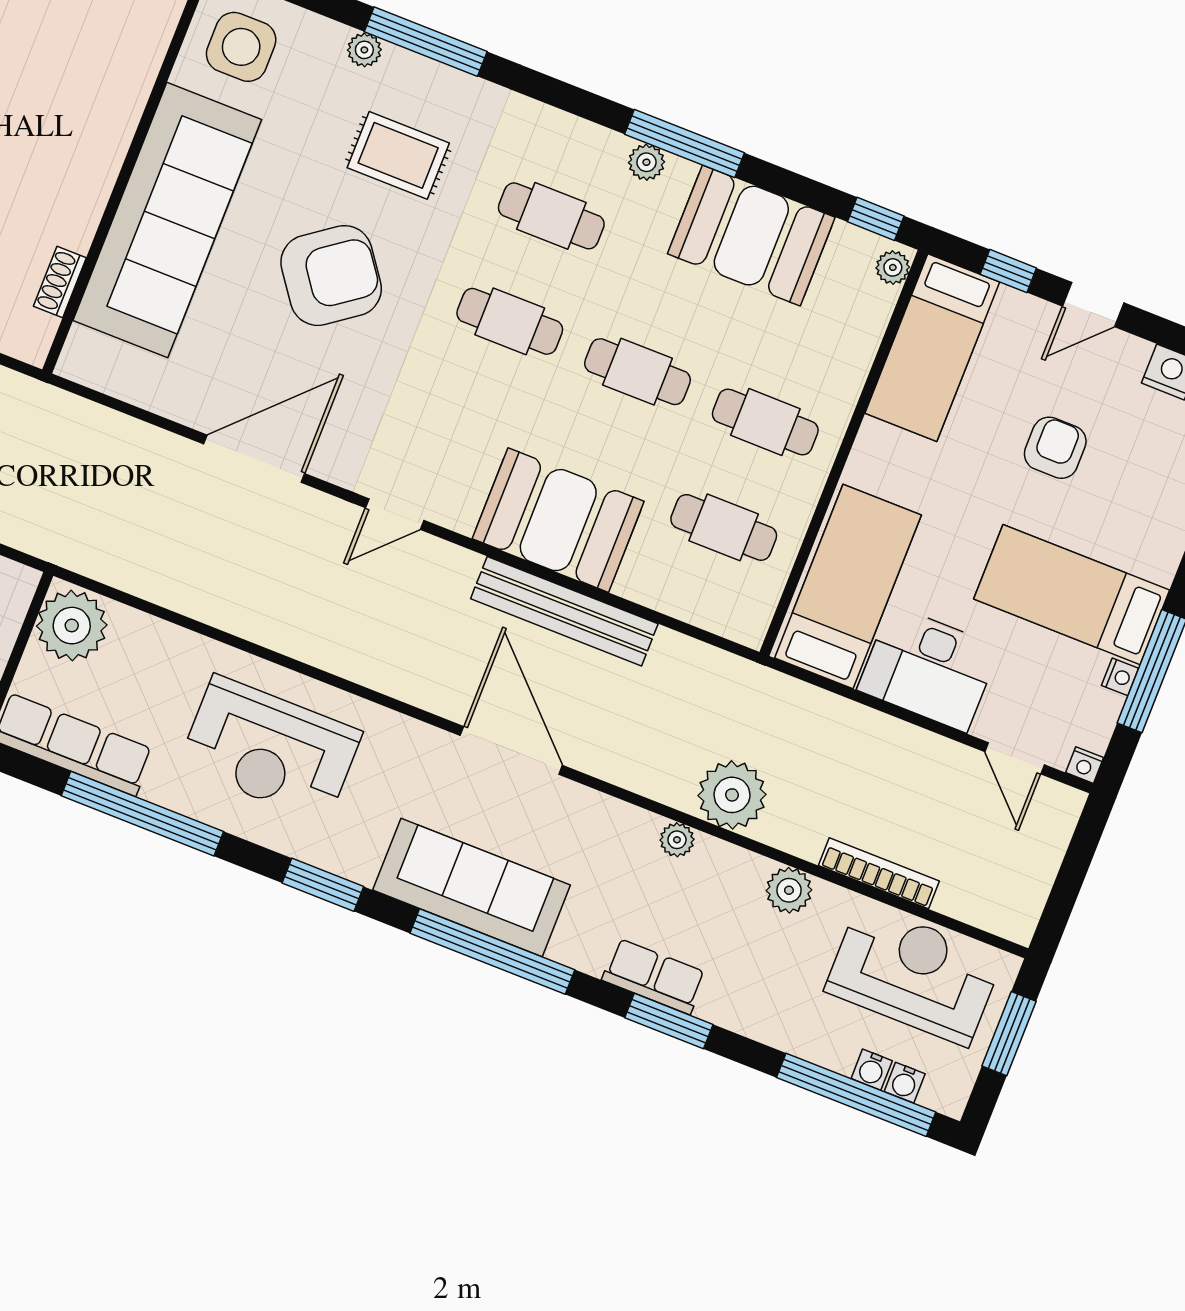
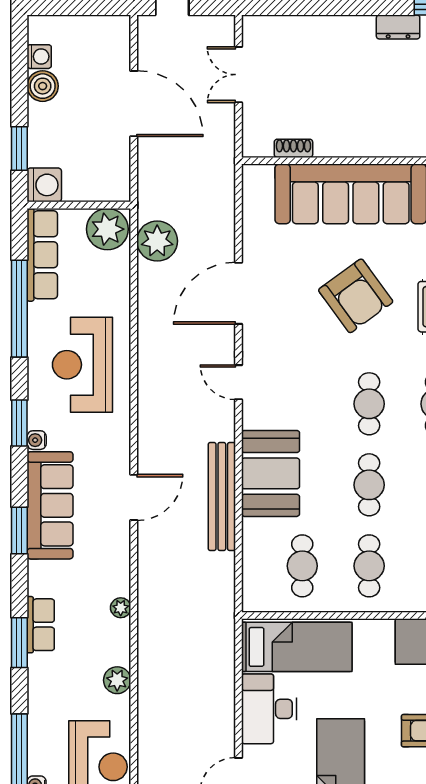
door: (254, 459) -> (238, 293), swing flipped
door: (511, 750) -> (134, 497), width x0.73
plant: (732, 795) -> (157, 241), moved
bookcase: (879, 873) -> (146, 726), removed
window: (492, 952) -> (19, 531), width x0.47
water cooler: (872, 1070) -> (37, 440), moved

